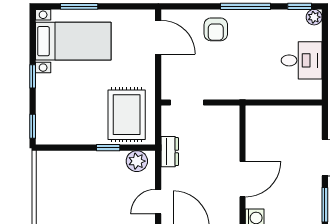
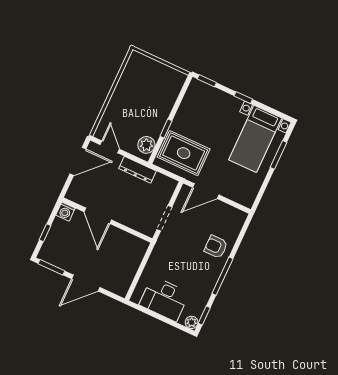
door: (158, 37) -> (206, 191), moved
desk: (302, 60) -> (164, 299), width x1.37
doorway: (187, 103) -> (164, 218), moved
dresser: (170, 152) -> (138, 170), width x1.44

